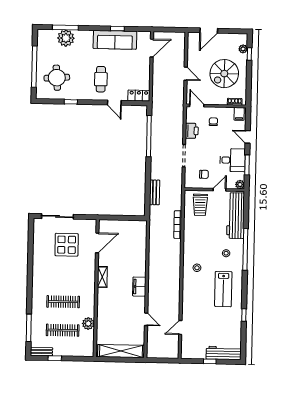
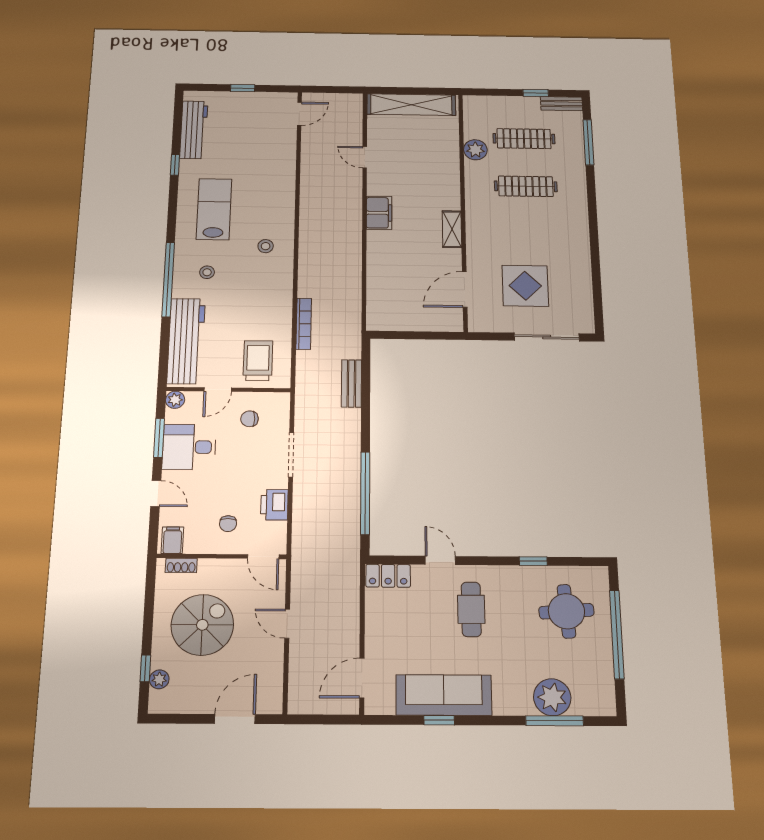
door: (180, 327) -> (299, 114), moved
workbench: (224, 353) -> (194, 130), moved, turned -90

